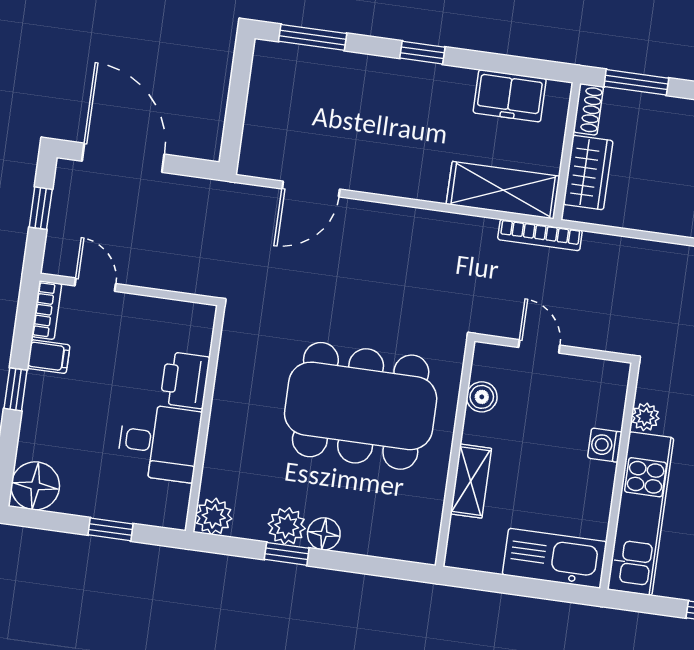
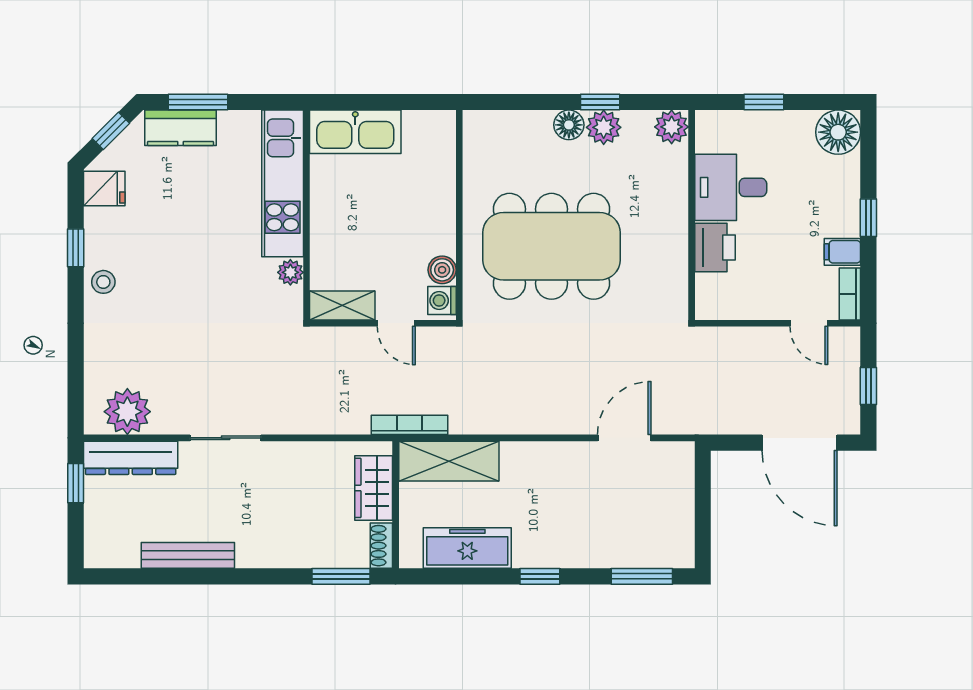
freezer: (510, 96) -> (467, 548), width x1.40
washing machine: (605, 445) -> (442, 300), moved, turned 180
shelving: (471, 481) -> (342, 305), moved, turned 90

